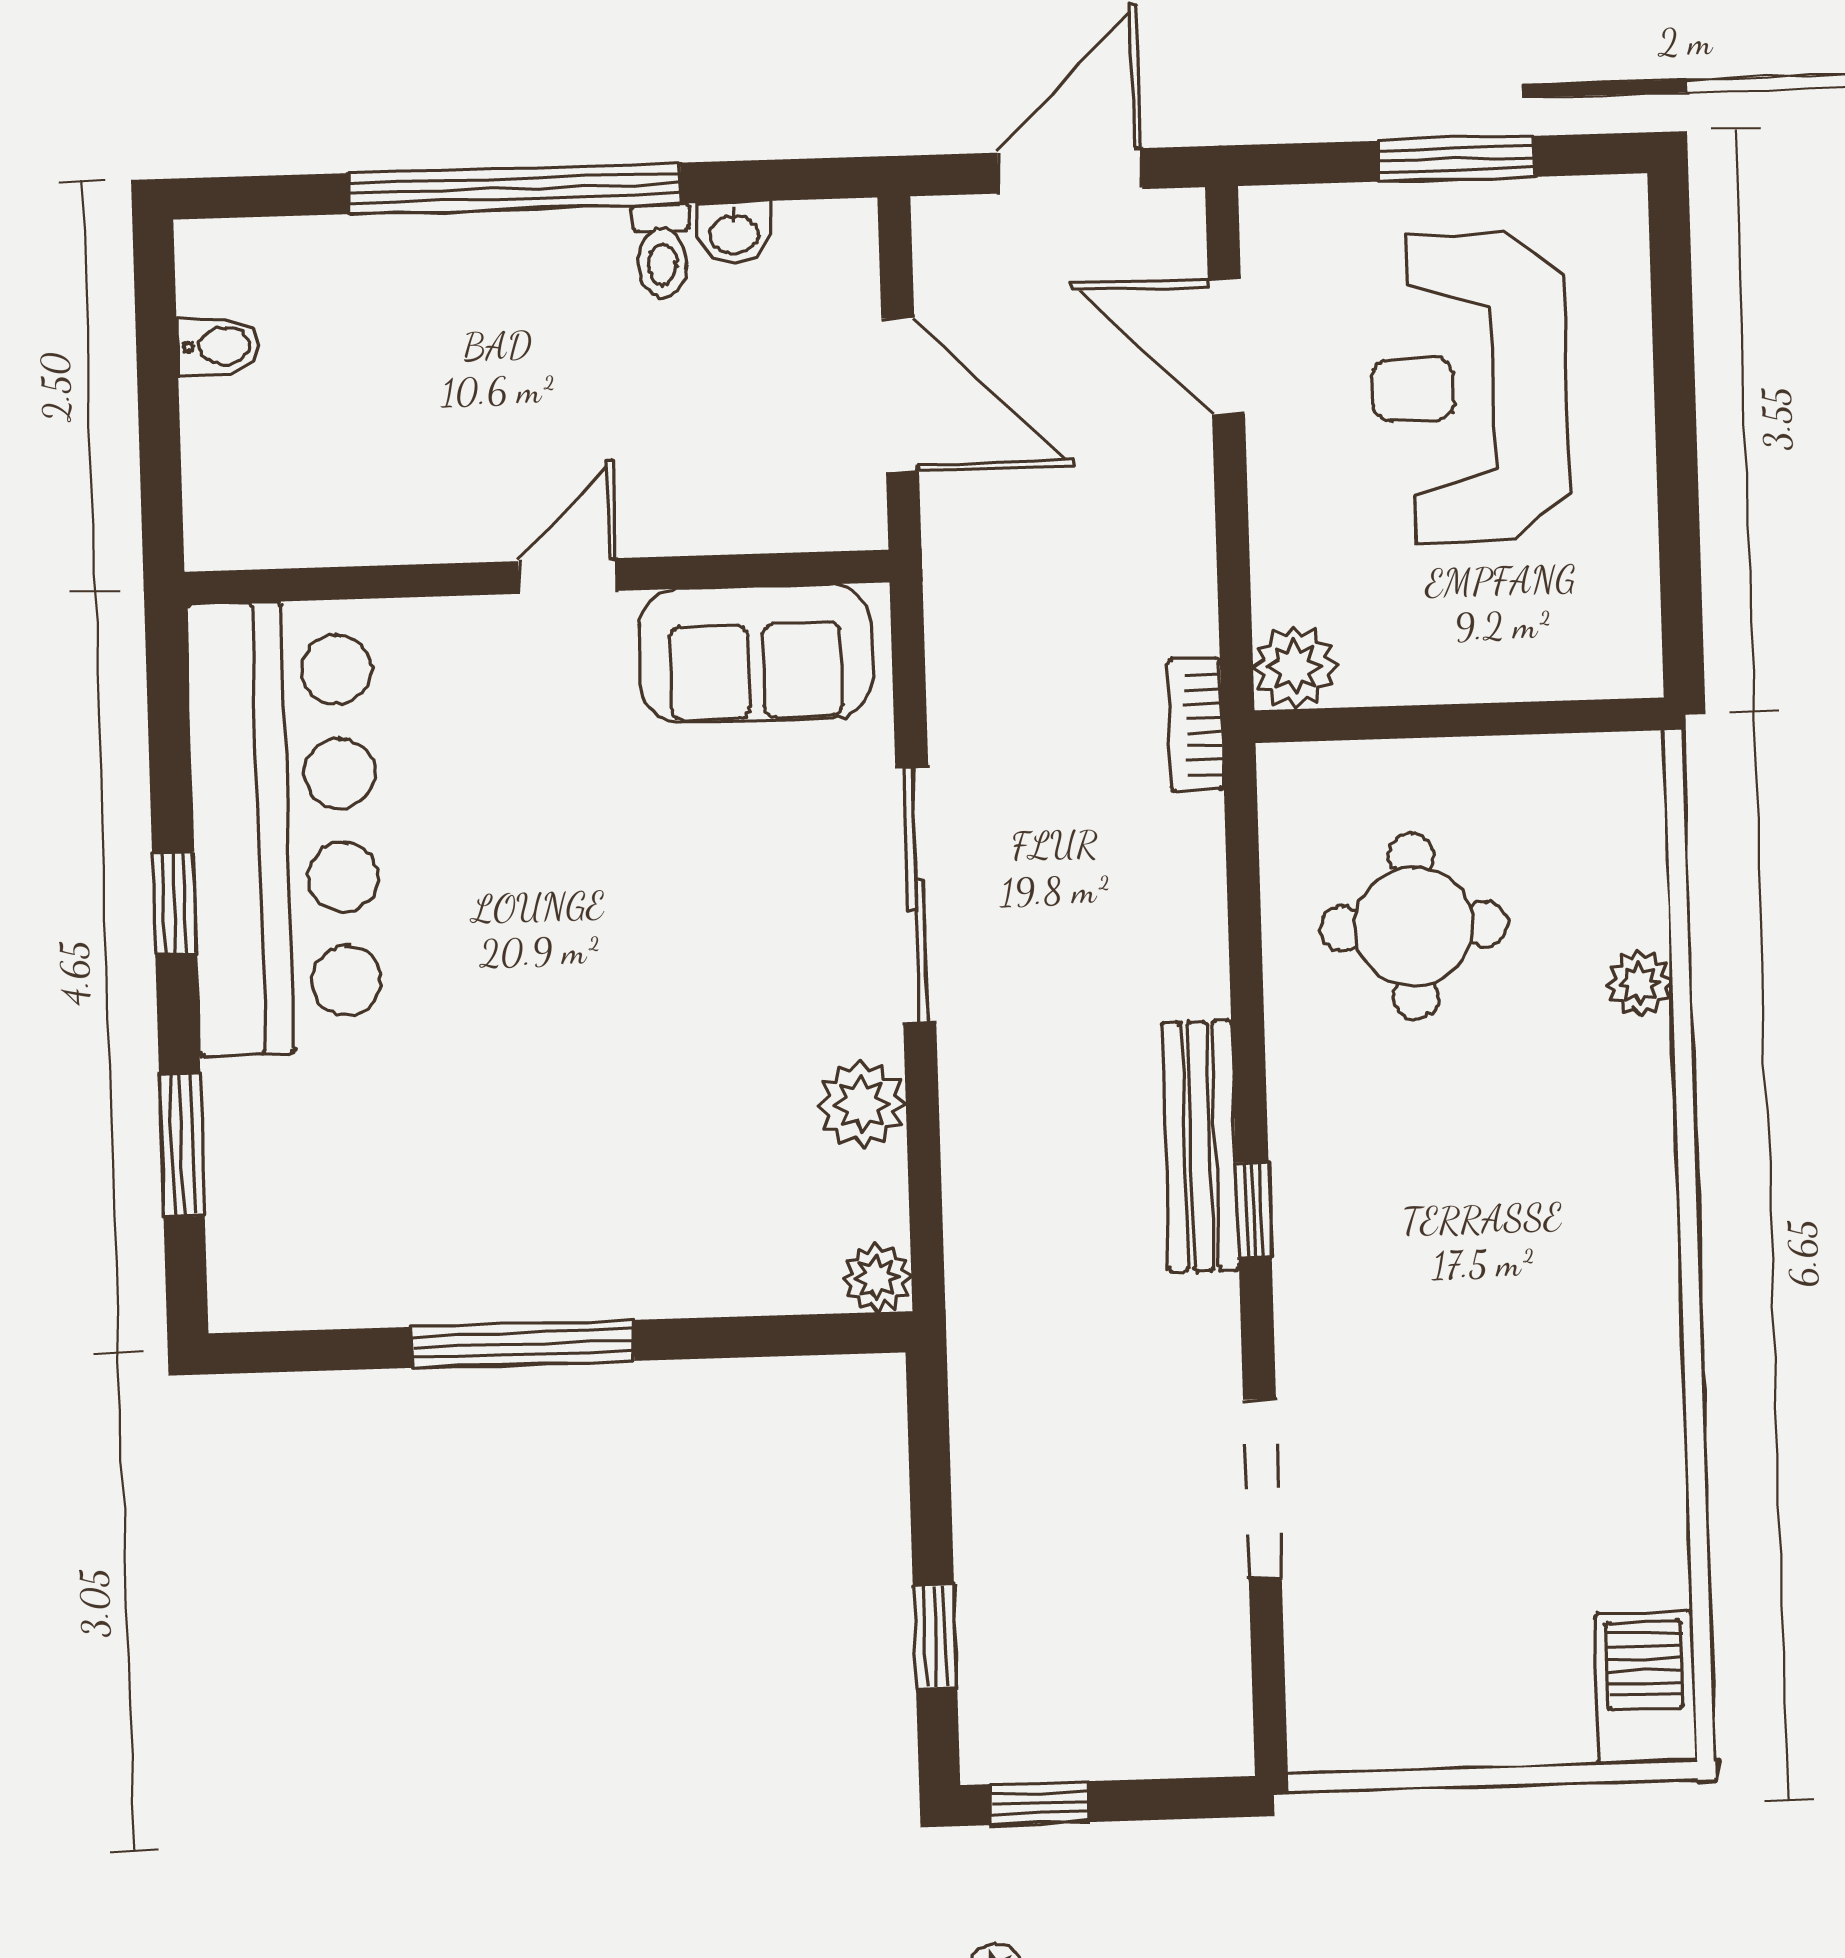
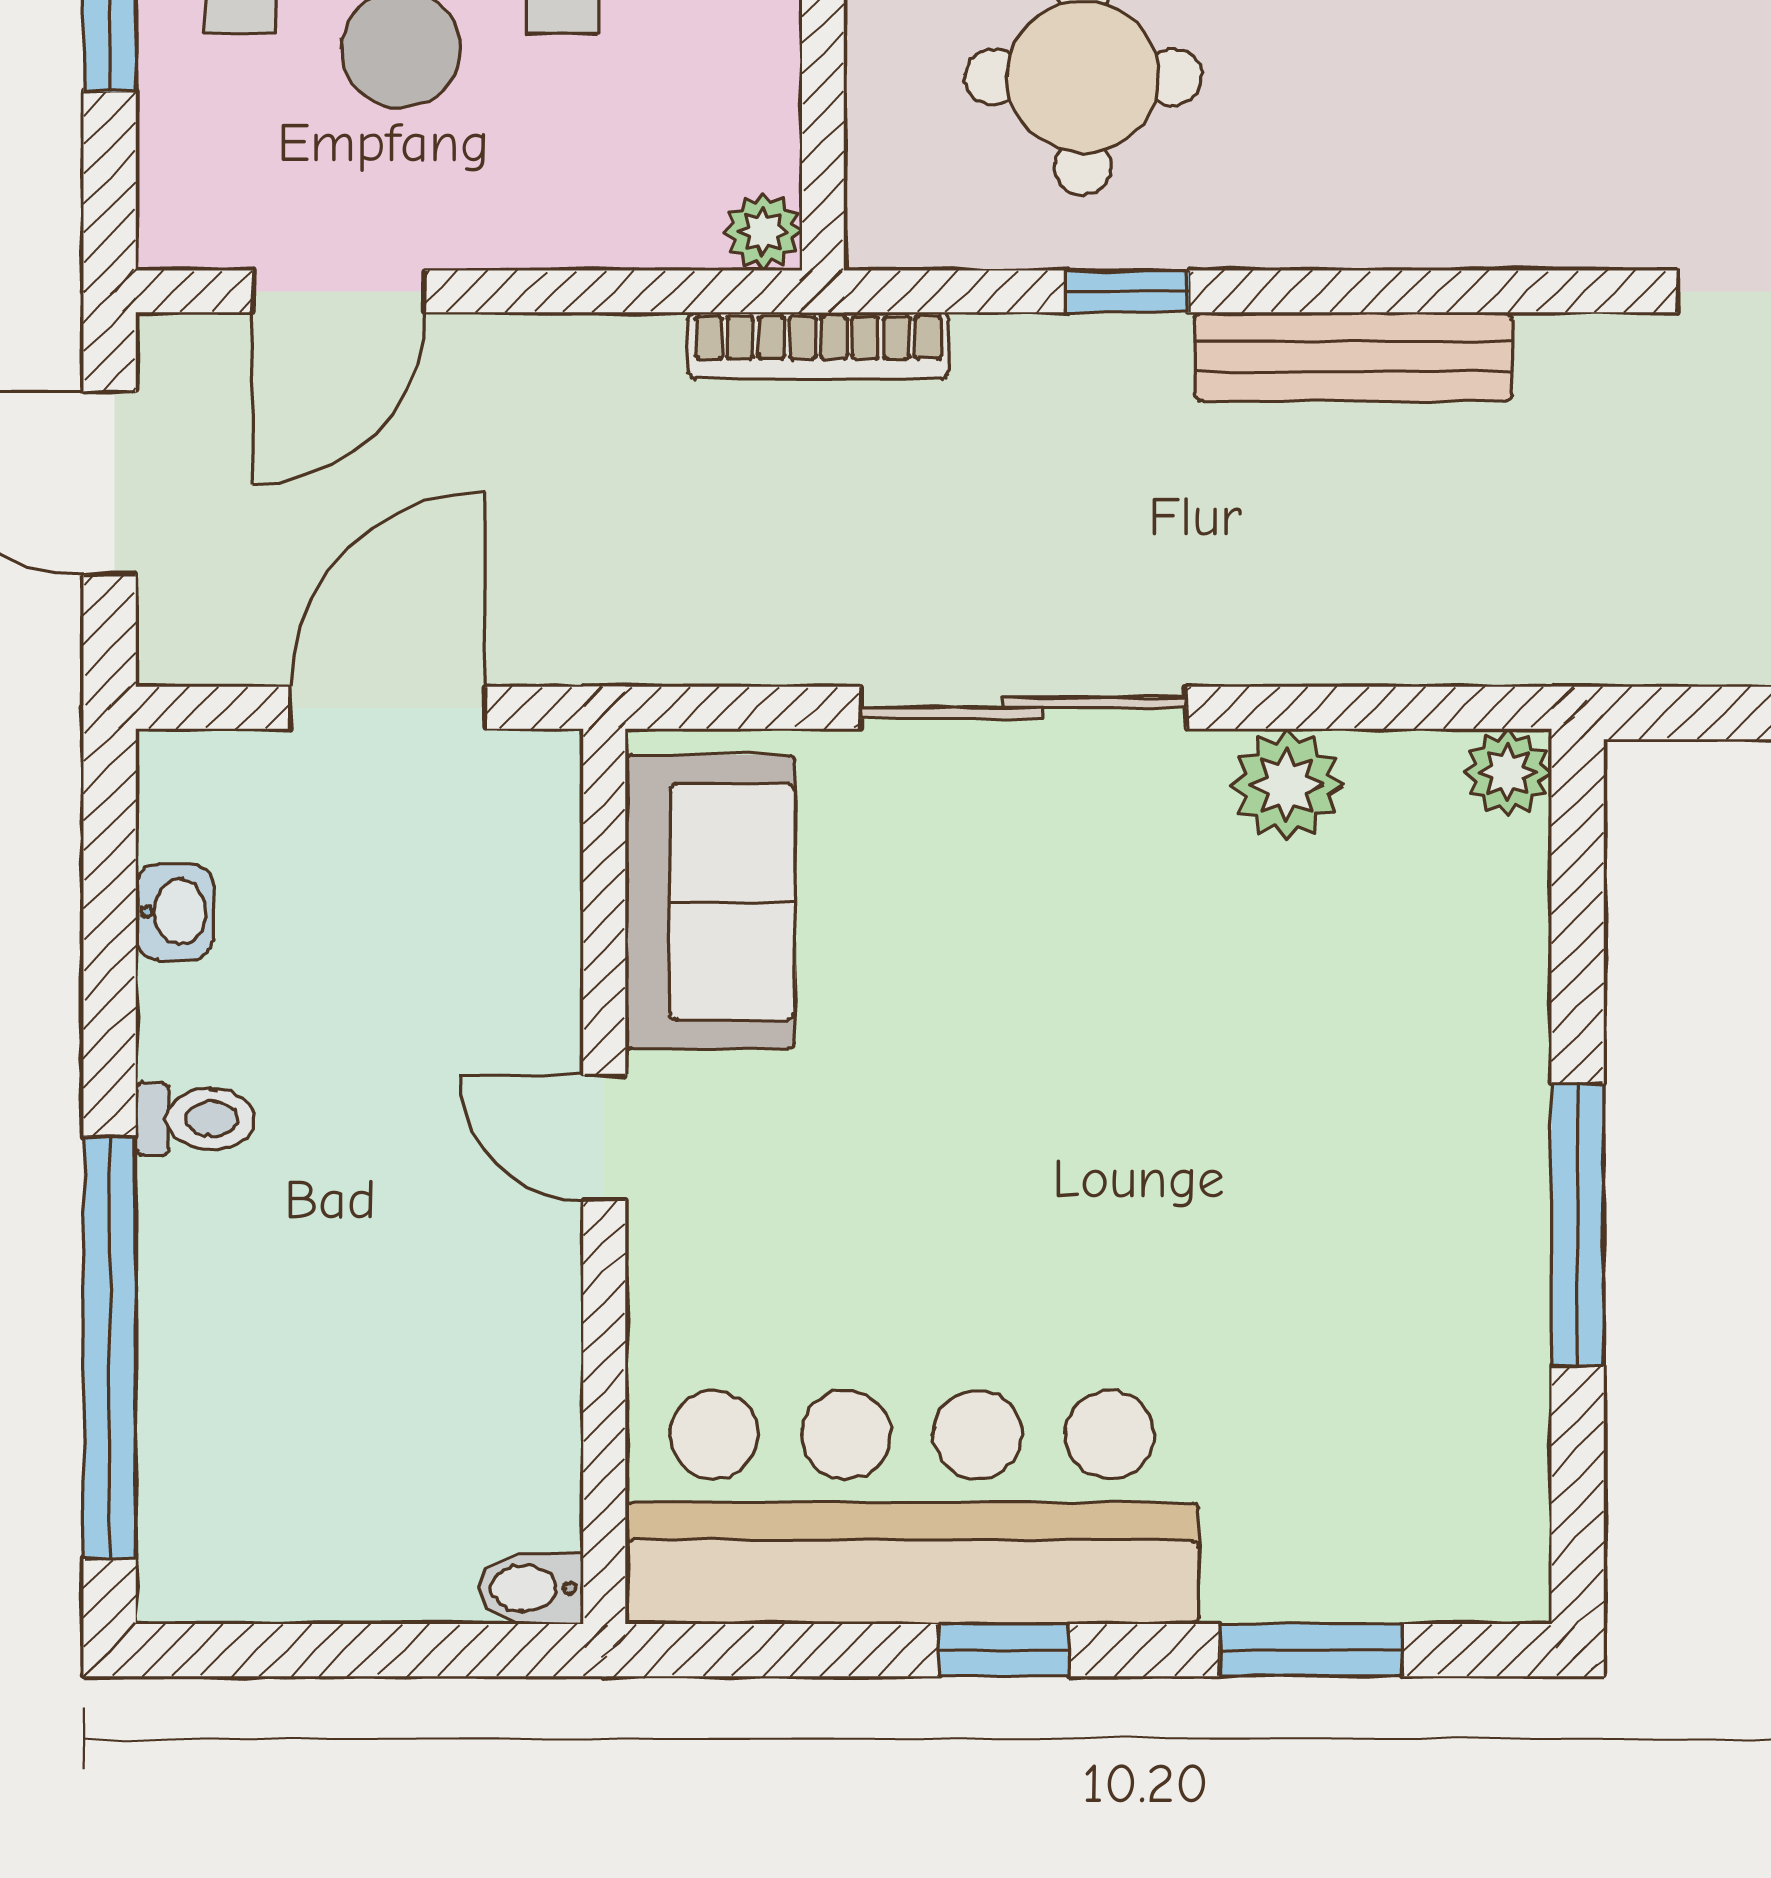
window: (515, 188) -> (110, 1348), moved
toilet: (662, 251) -> (195, 1119), moved
bidet: (218, 346) -> (531, 1588), moved, turned -90
plant: (1295, 667) -> (763, 232), width x0.73, depth x0.73
bookcase: (1196, 725) -> (818, 346), width x1.56
window: (1254, 1210) -> (1128, 291), moved

